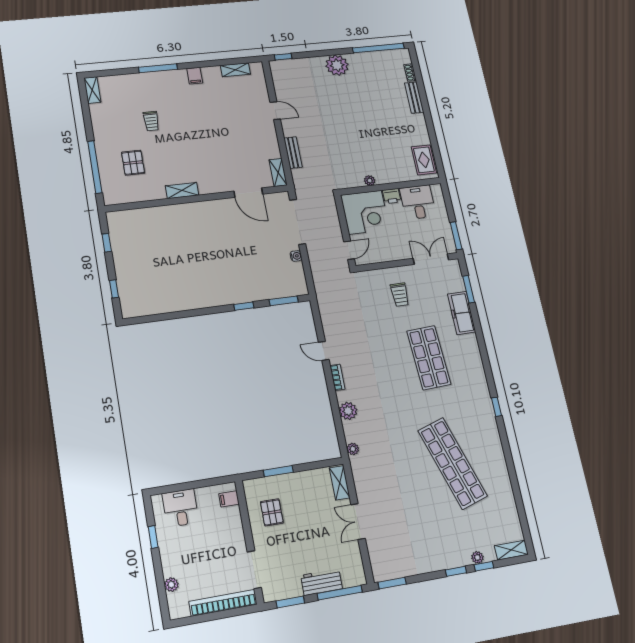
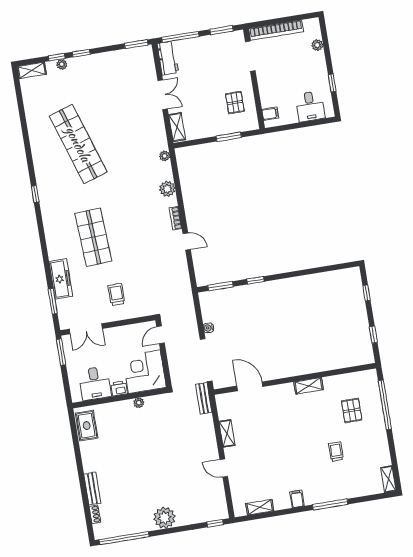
bench: (293, 153) -> (204, 398), moved
shelving: (278, 172) -> (227, 433), moved
workbench: (322, 582) -> (168, 58), moved, turned -90

